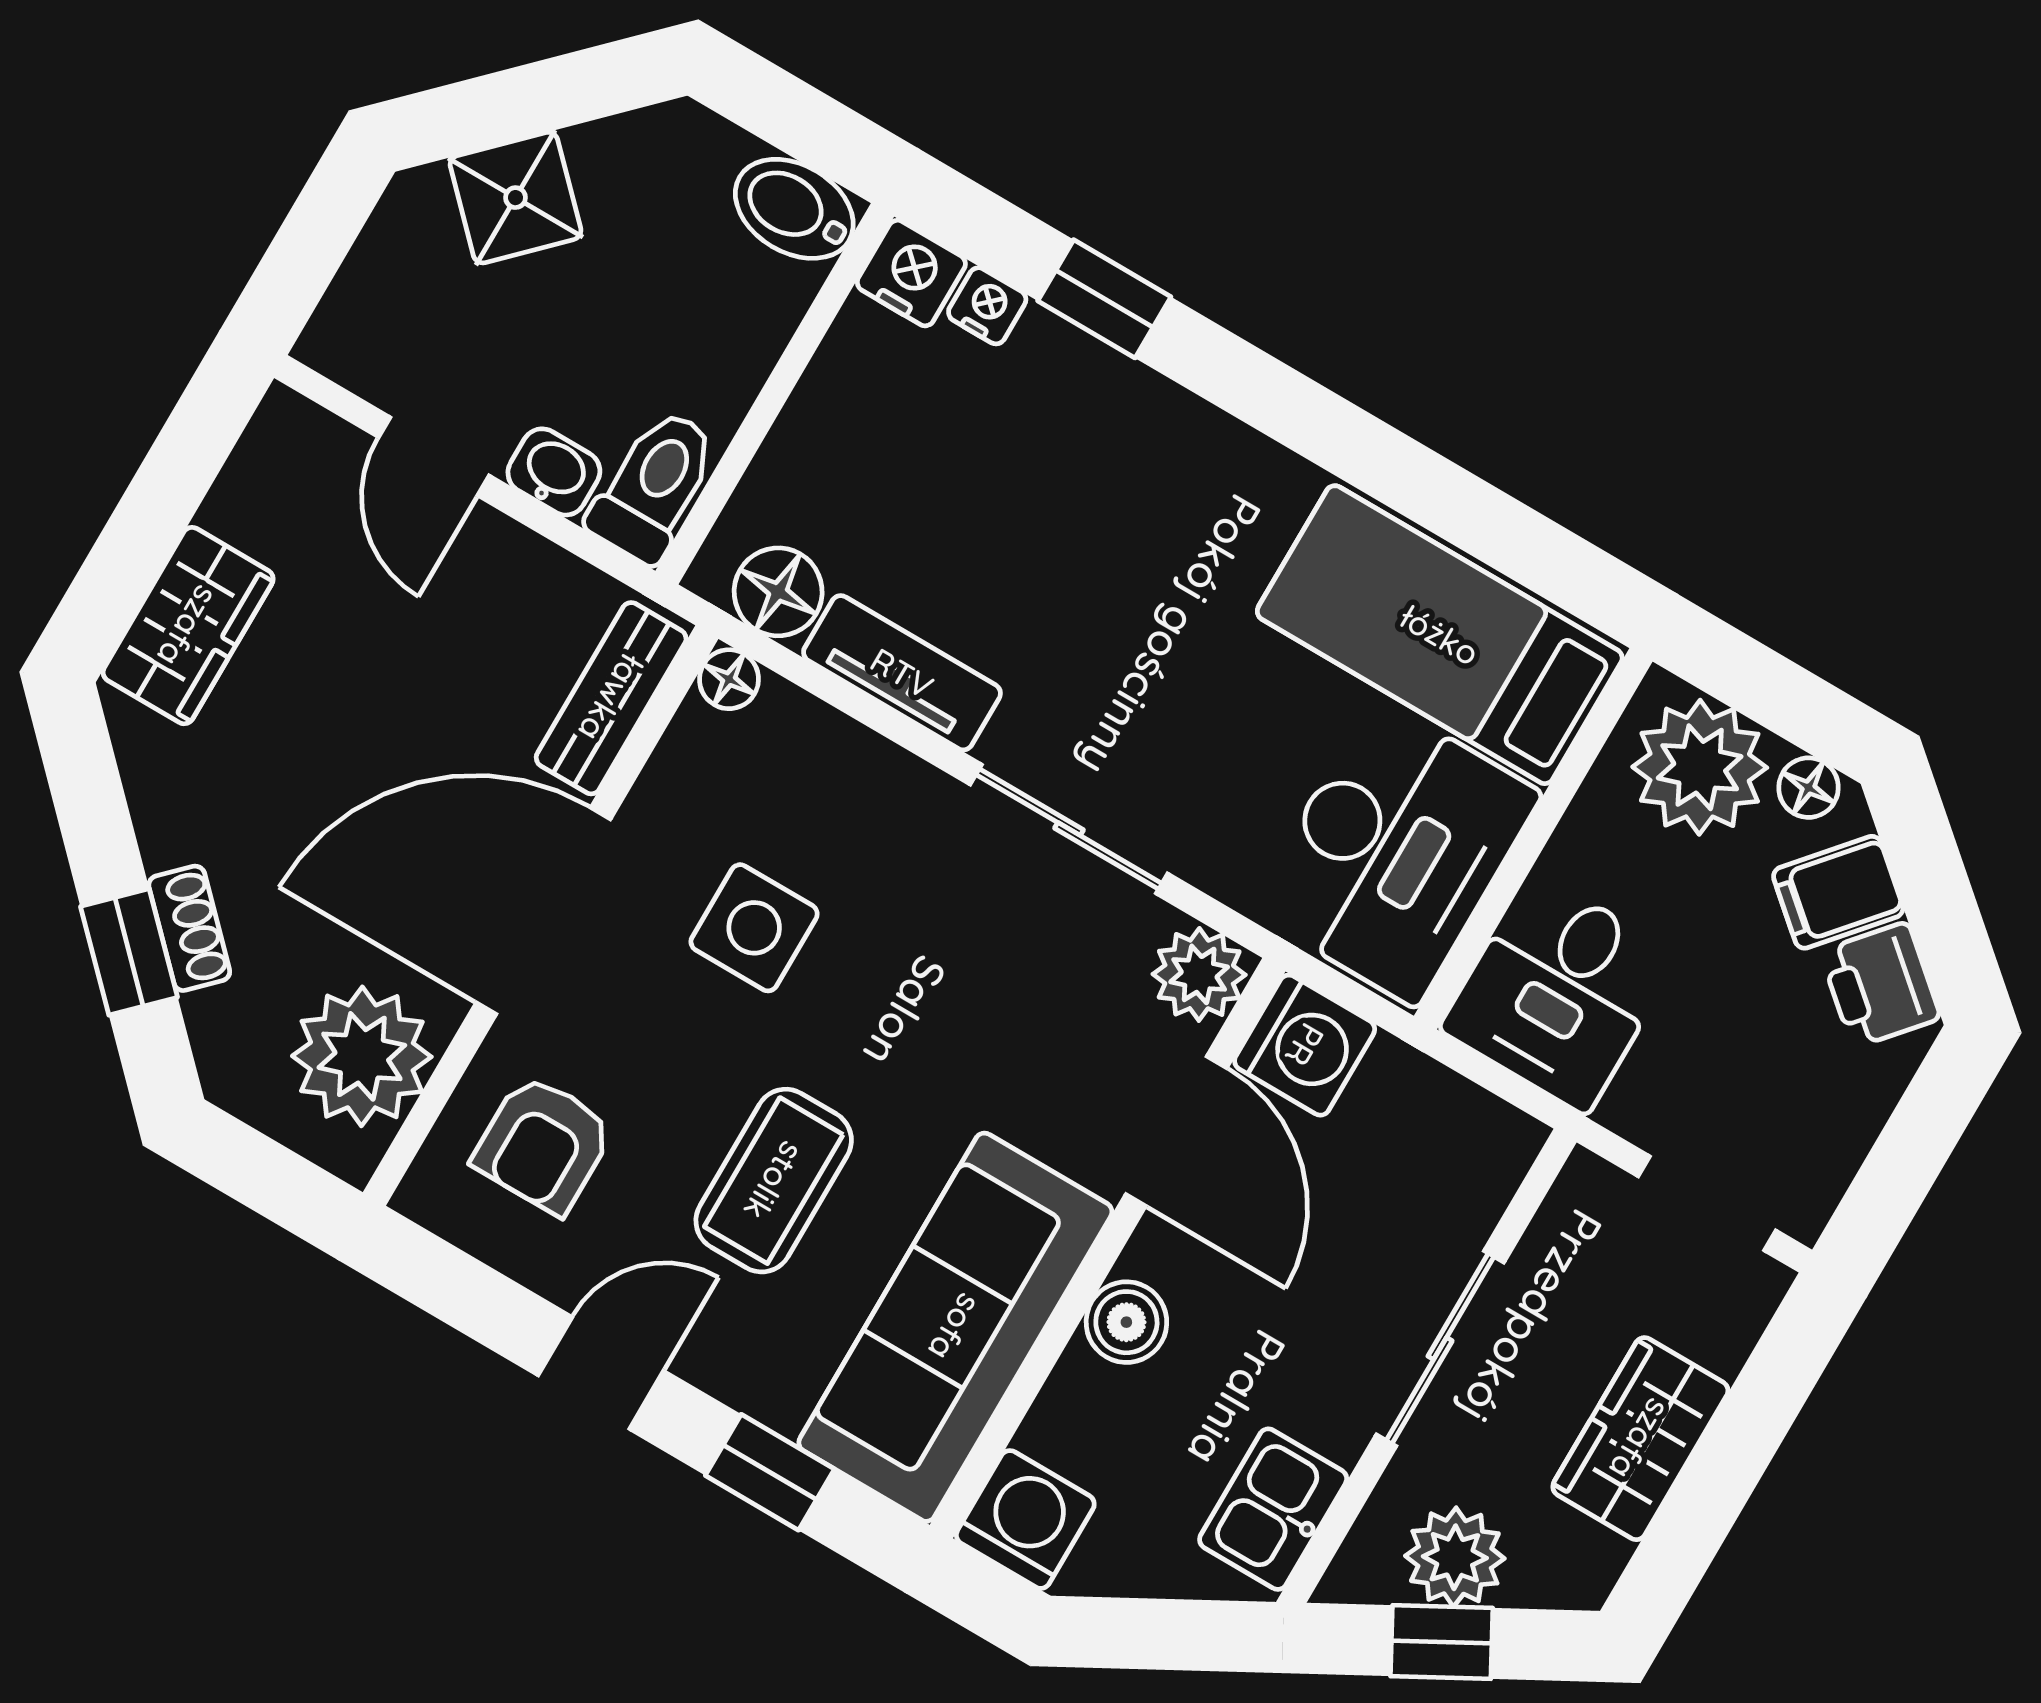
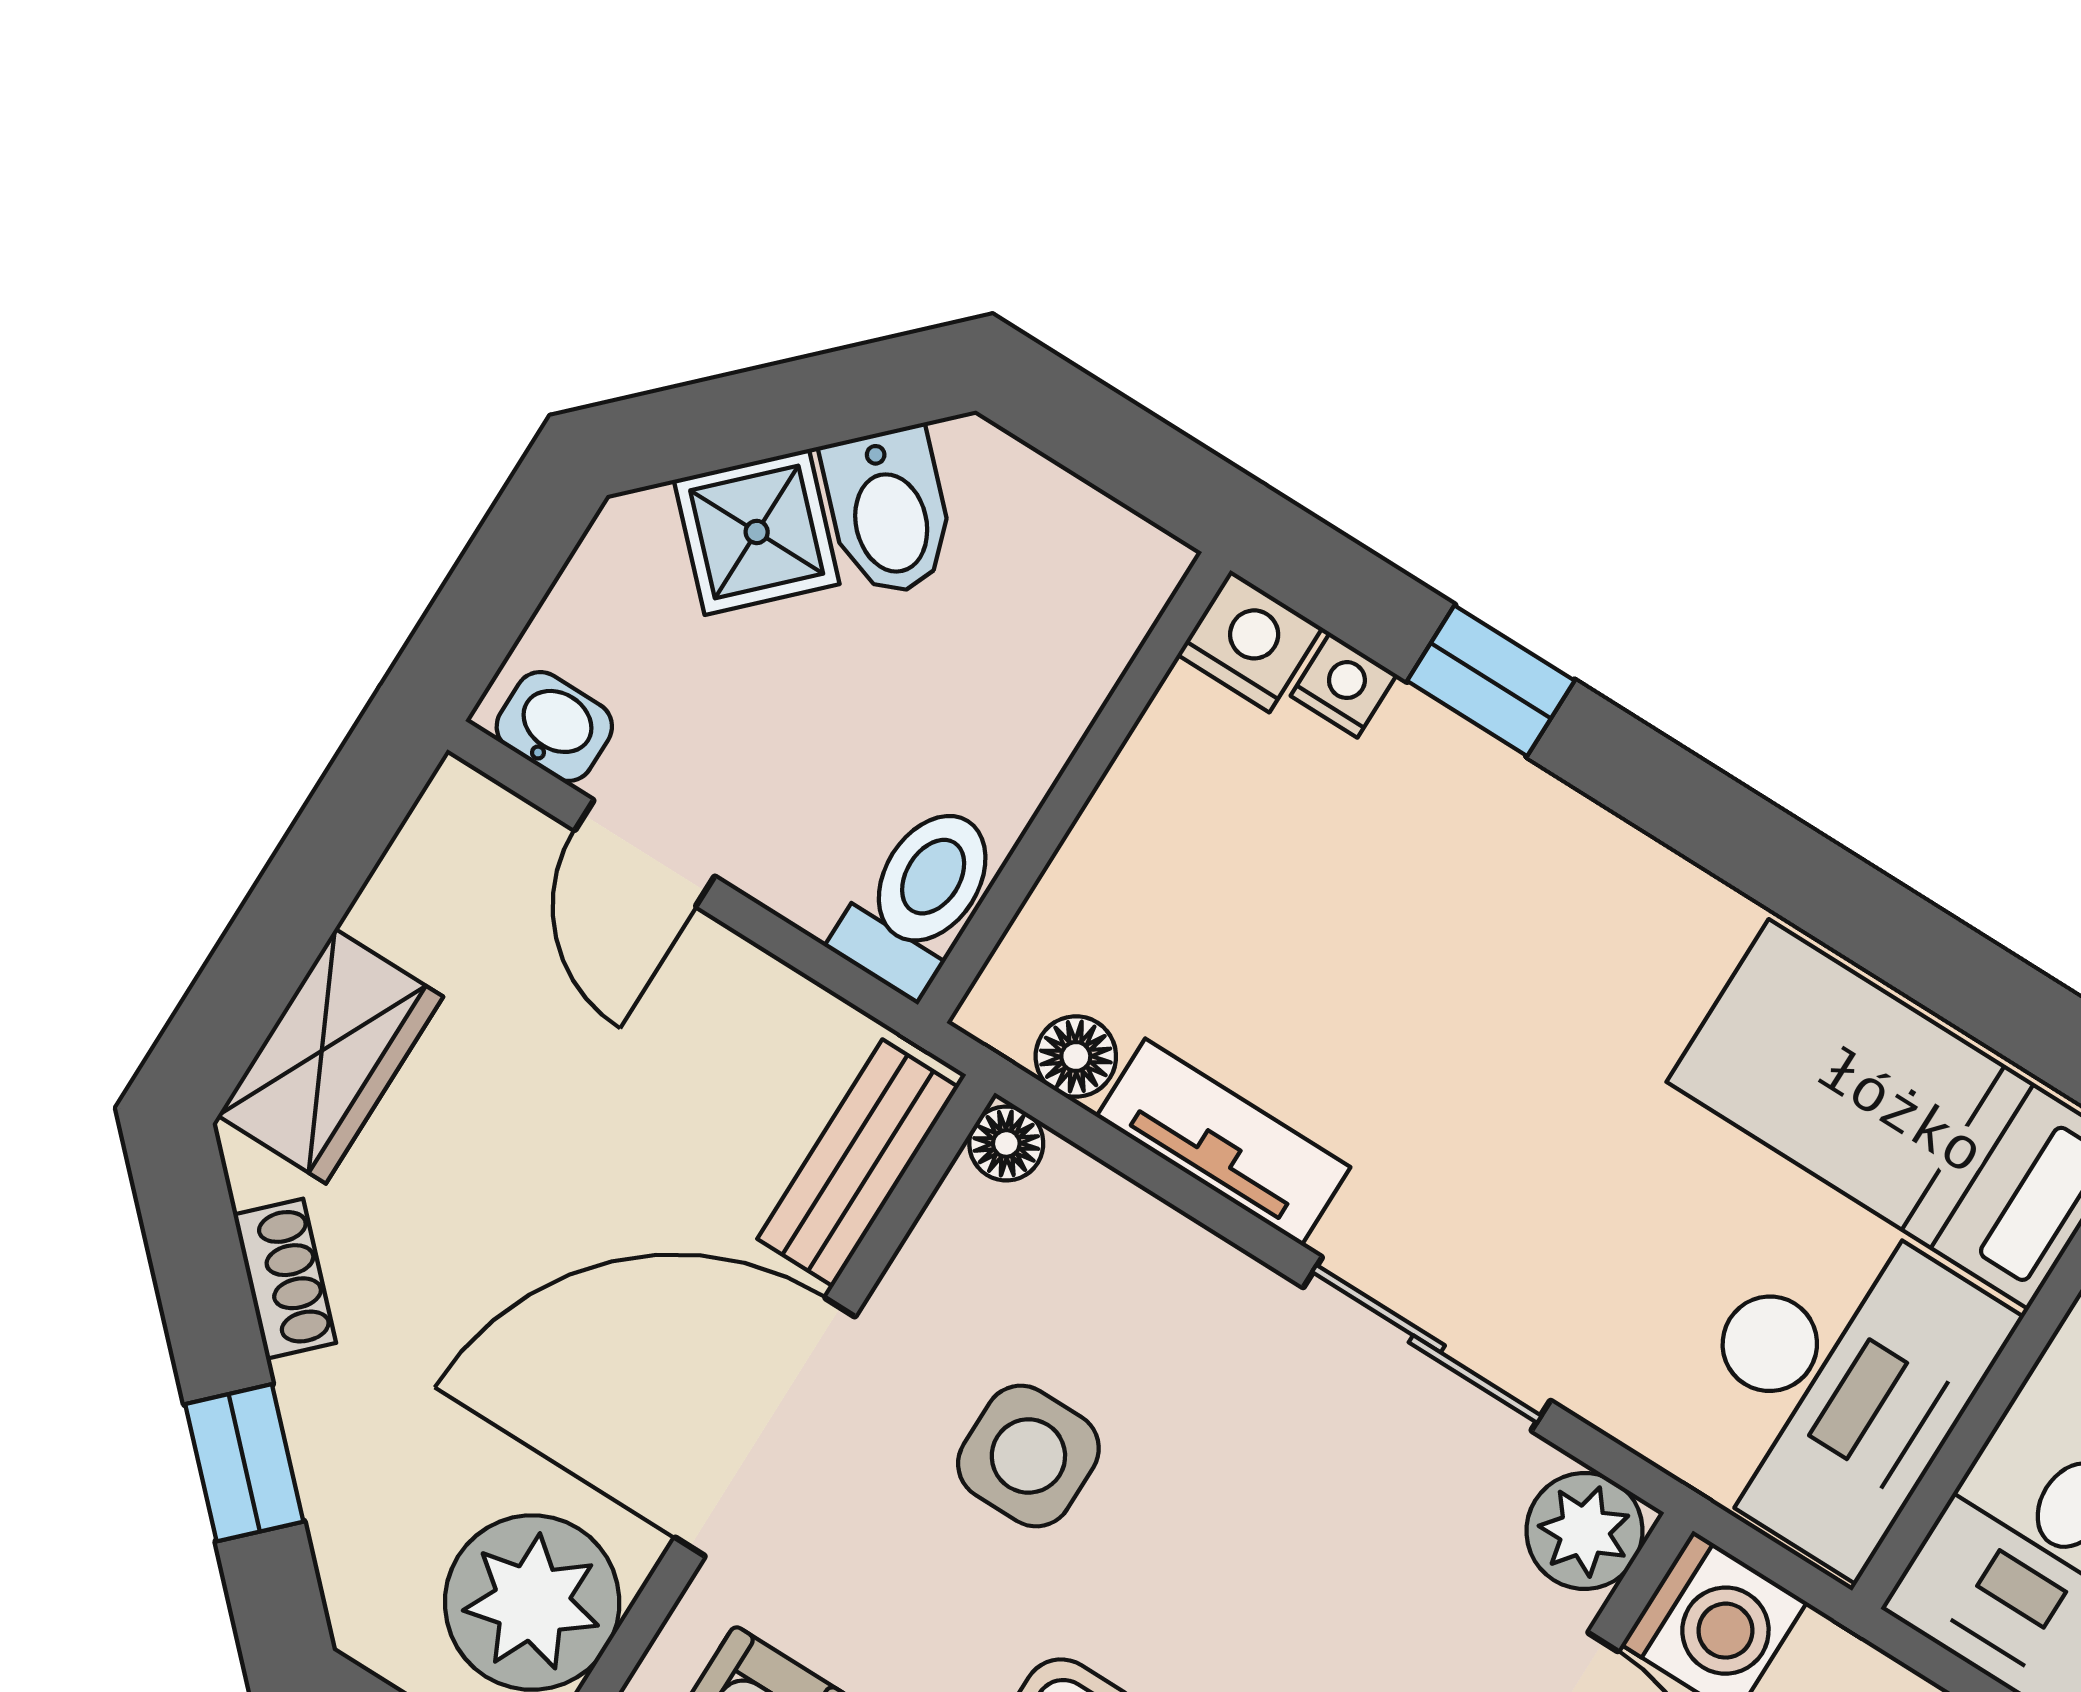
bidet: (794, 209) -> (889, 512), moved, turned -135
washbasin: (554, 472) -> (554, 727), moved
floor lamp: (778, 592) -> (1076, 1056), width x0.73, depth x0.73
shoe rack: (189, 928) -> (285, 1279), moved

